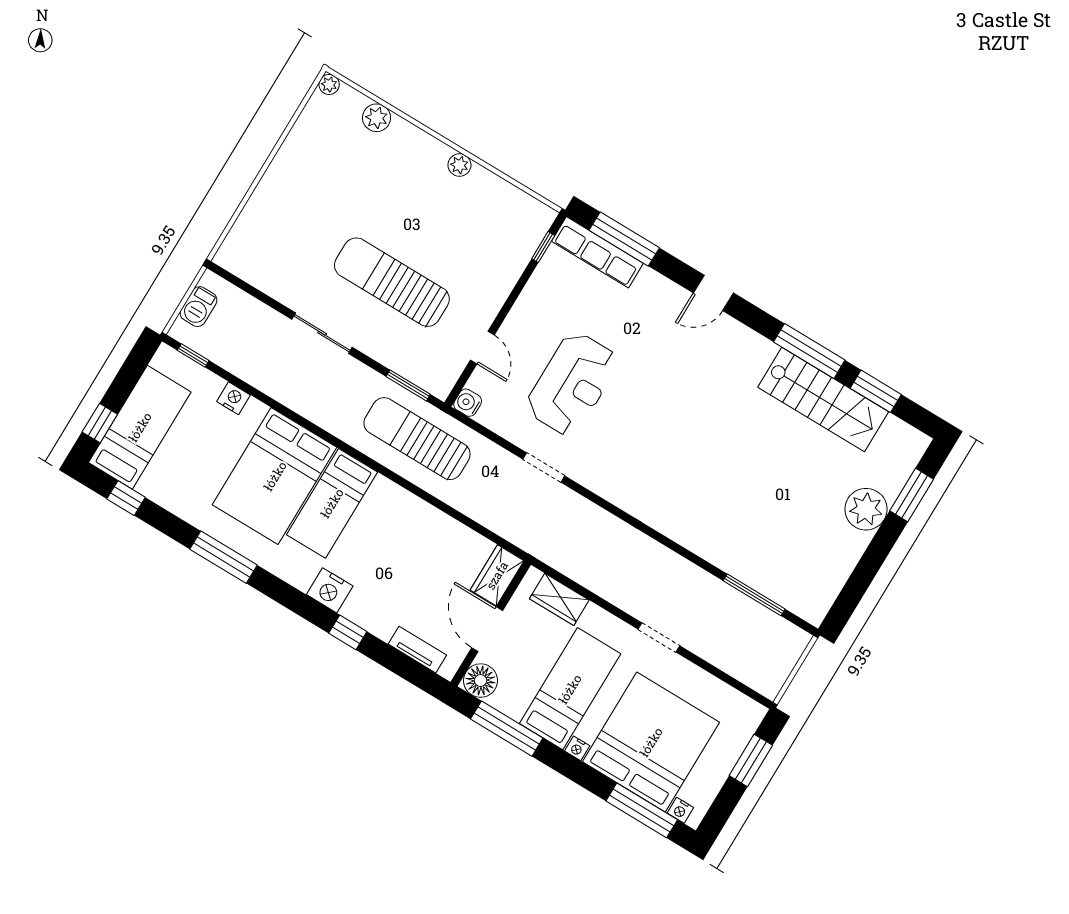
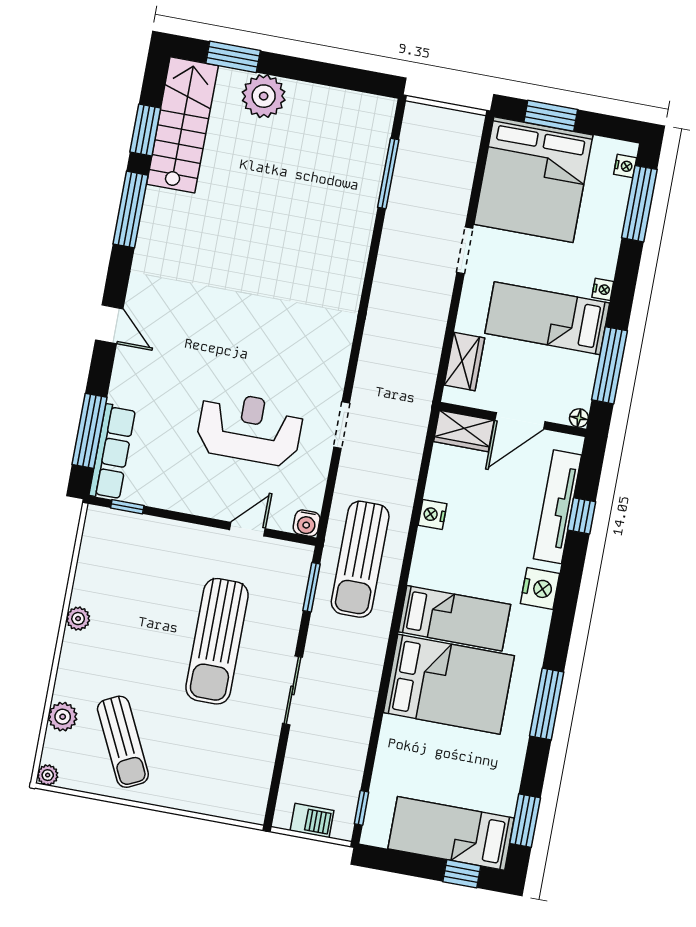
sun lounger: (334, 163) -> (123, 742), added
nightstand: (234, 398) -> (432, 515), moved
stairs: (823, 399) -> (182, 125), moved
window: (126, 498) -> (525, 821), width x1.50
window: (348, 632) -> (582, 516), moved
tv unit: (417, 650) -> (557, 507), width x1.92, depth x1.29
floor lamp: (481, 681) -> (579, 418), width x0.53, depth x0.53
bed: (651, 742) -> (533, 180), moved, turned -90

